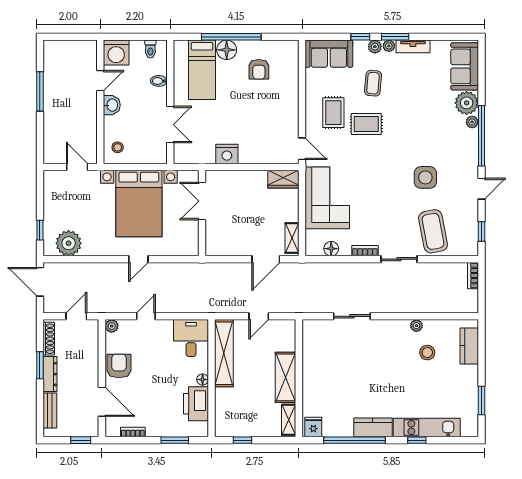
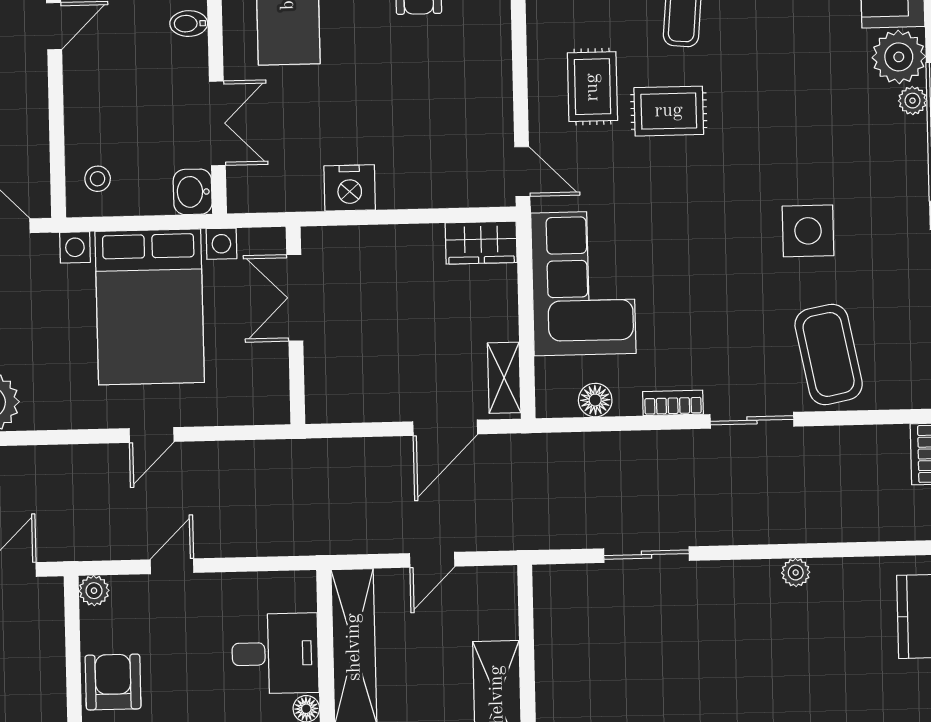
washbasin: (112, 105) -> (193, 192), moved, turned 180
desk: (191, 338) -> (275, 654), moved, turned 90
stool: (427, 353) -> (822, 634), removed

